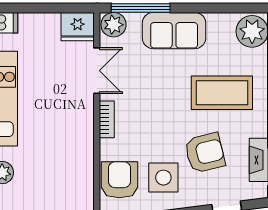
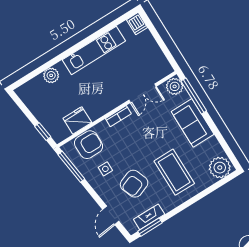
fridge: (78, 27) -> (77, 120), moved, turned 90
armchair: (205, 153) -> (134, 184), turned 83
side table: (163, 178) -> (105, 169), width x0.54, depth x0.54

